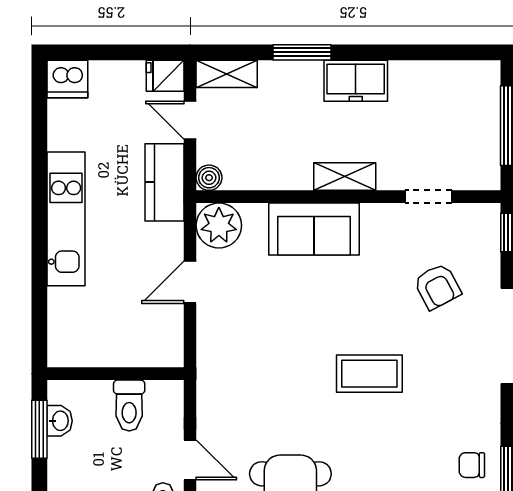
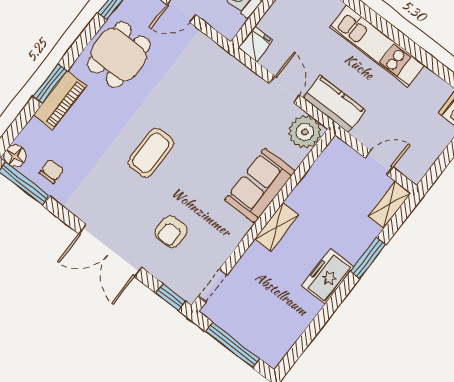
fridge: (165, 76) -> (255, 44), moved
boiler: (209, 178) -> (337, 148), removed
kitchen counter: (164, 182) -> (334, 104), moved
doorway: (429, 197) -> (213, 285), moved
armchair: (437, 286) -> (171, 232), turned -62

